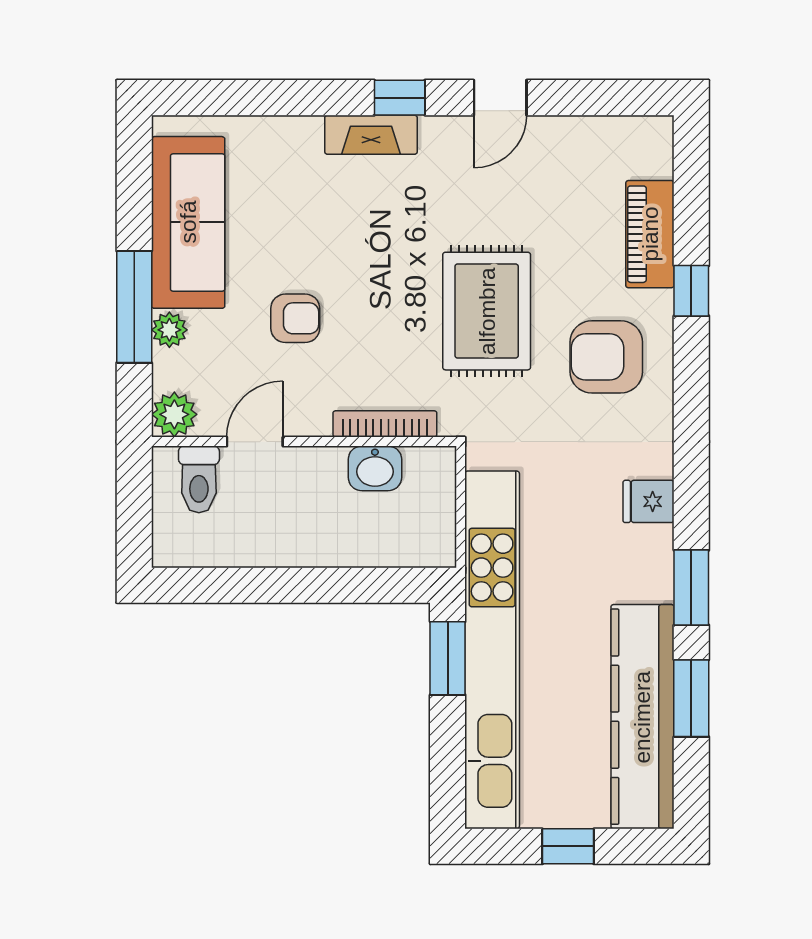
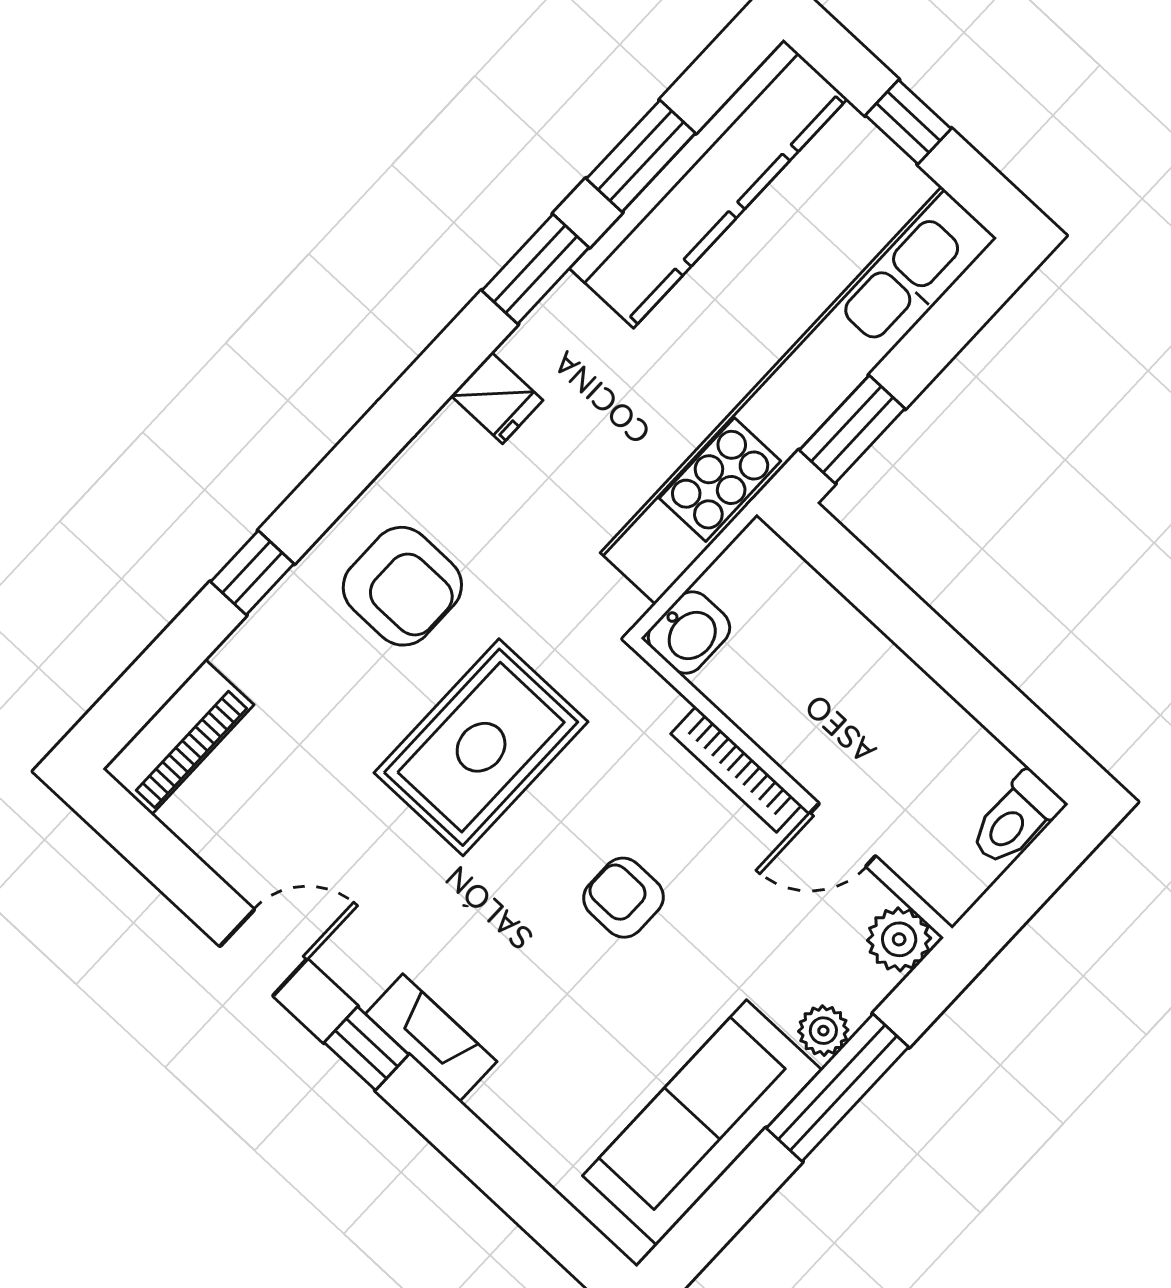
piano: (650, 234) -> (178, 737), moved
armchair: (295, 318) -> (623, 898), moved
bookcase: (385, 424) -> (736, 769), moved
washbasin: (375, 468) -> (689, 633), moved, turned 90
toilet: (199, 479) -> (1016, 819), moved, turned 180

